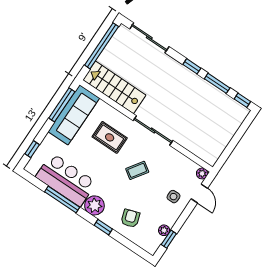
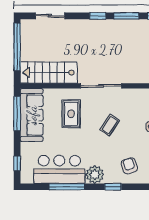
sliding door: (149, 38) -> (50, 16), width x0.73
rug: (110, 137) -> (71, 114), turned 90

